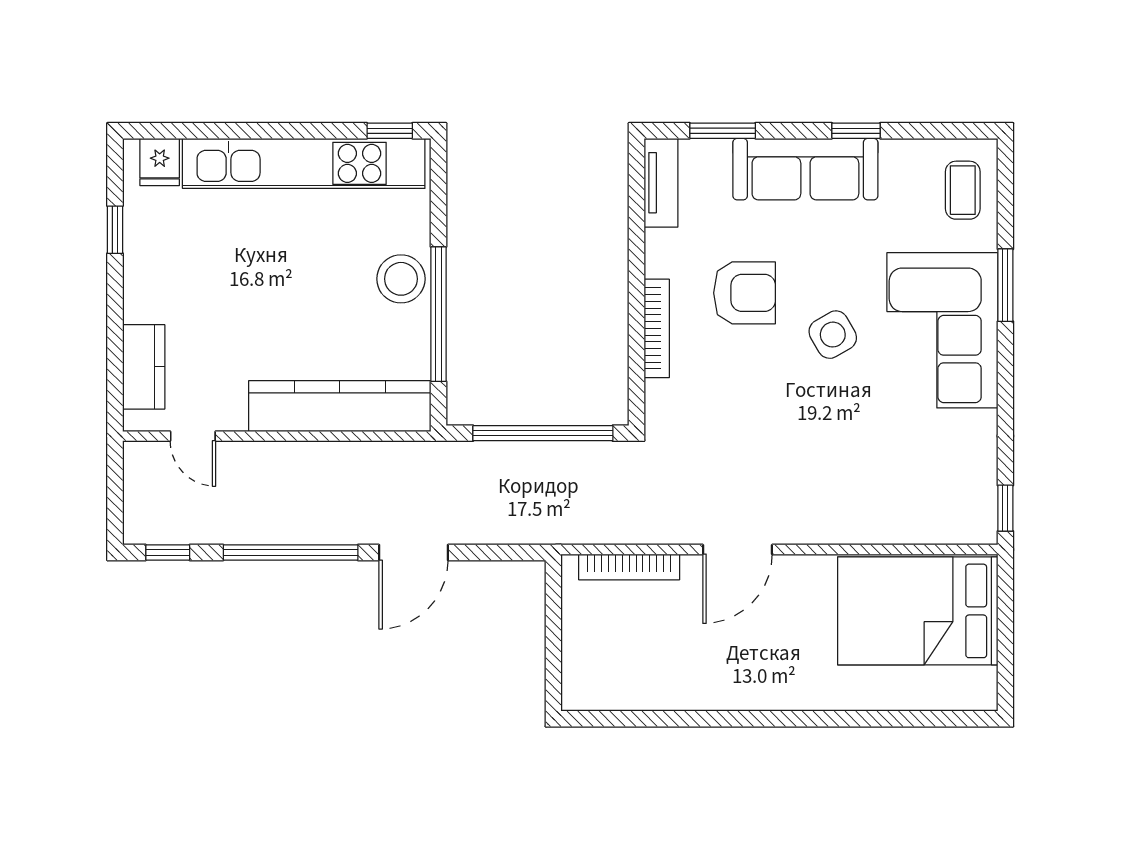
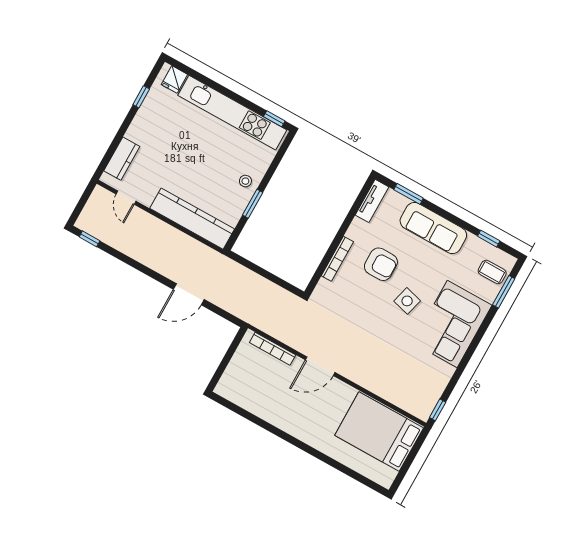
window: (856, 131) -> (489, 239), moved
coffee table: (963, 190) -> (492, 272), turned 90
stool: (401, 279) -> (245, 181), width x0.53, depth x0.53
window: (1005, 285) -> (504, 292), moved
window: (439, 314) -> (253, 204), width x0.47
side table: (833, 335) -> (407, 301), turned 45
window: (543, 433) -> (268, 275), removed
window: (291, 552) -> (139, 267), removed

